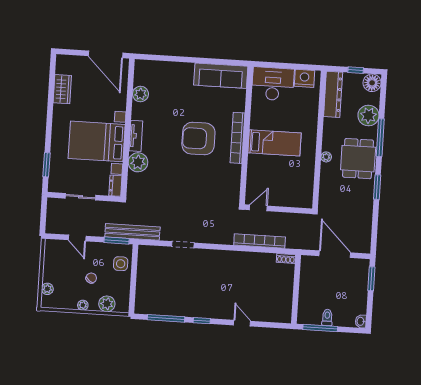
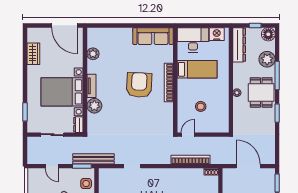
armchair: (198, 139) -> (139, 85), turned 93
bed: (275, 143) -> (197, 69), moved
stool: (277, 172) -> (201, 106), added

